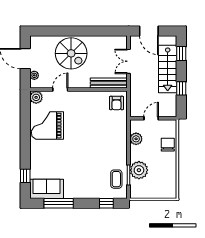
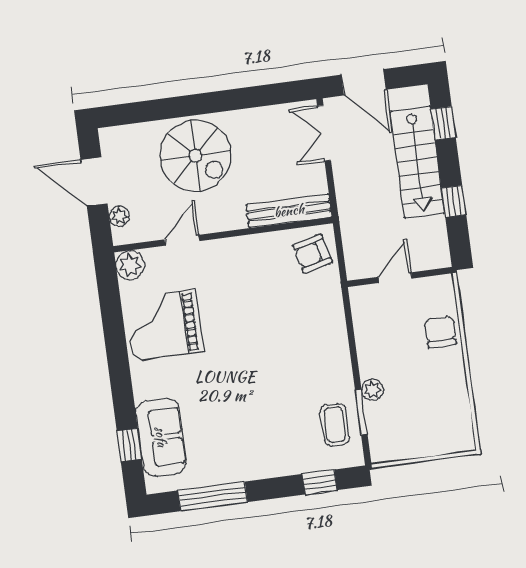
double door: (129, 61) -> (324, 133), moved
armchair: (116, 103) -> (312, 254), turned 76
plant: (136, 139) -> (367, 328), removed
plant: (139, 170) -> (372, 390), width x0.53, depth x0.53
sofa: (47, 189) -> (161, 437), moved, turned 90

